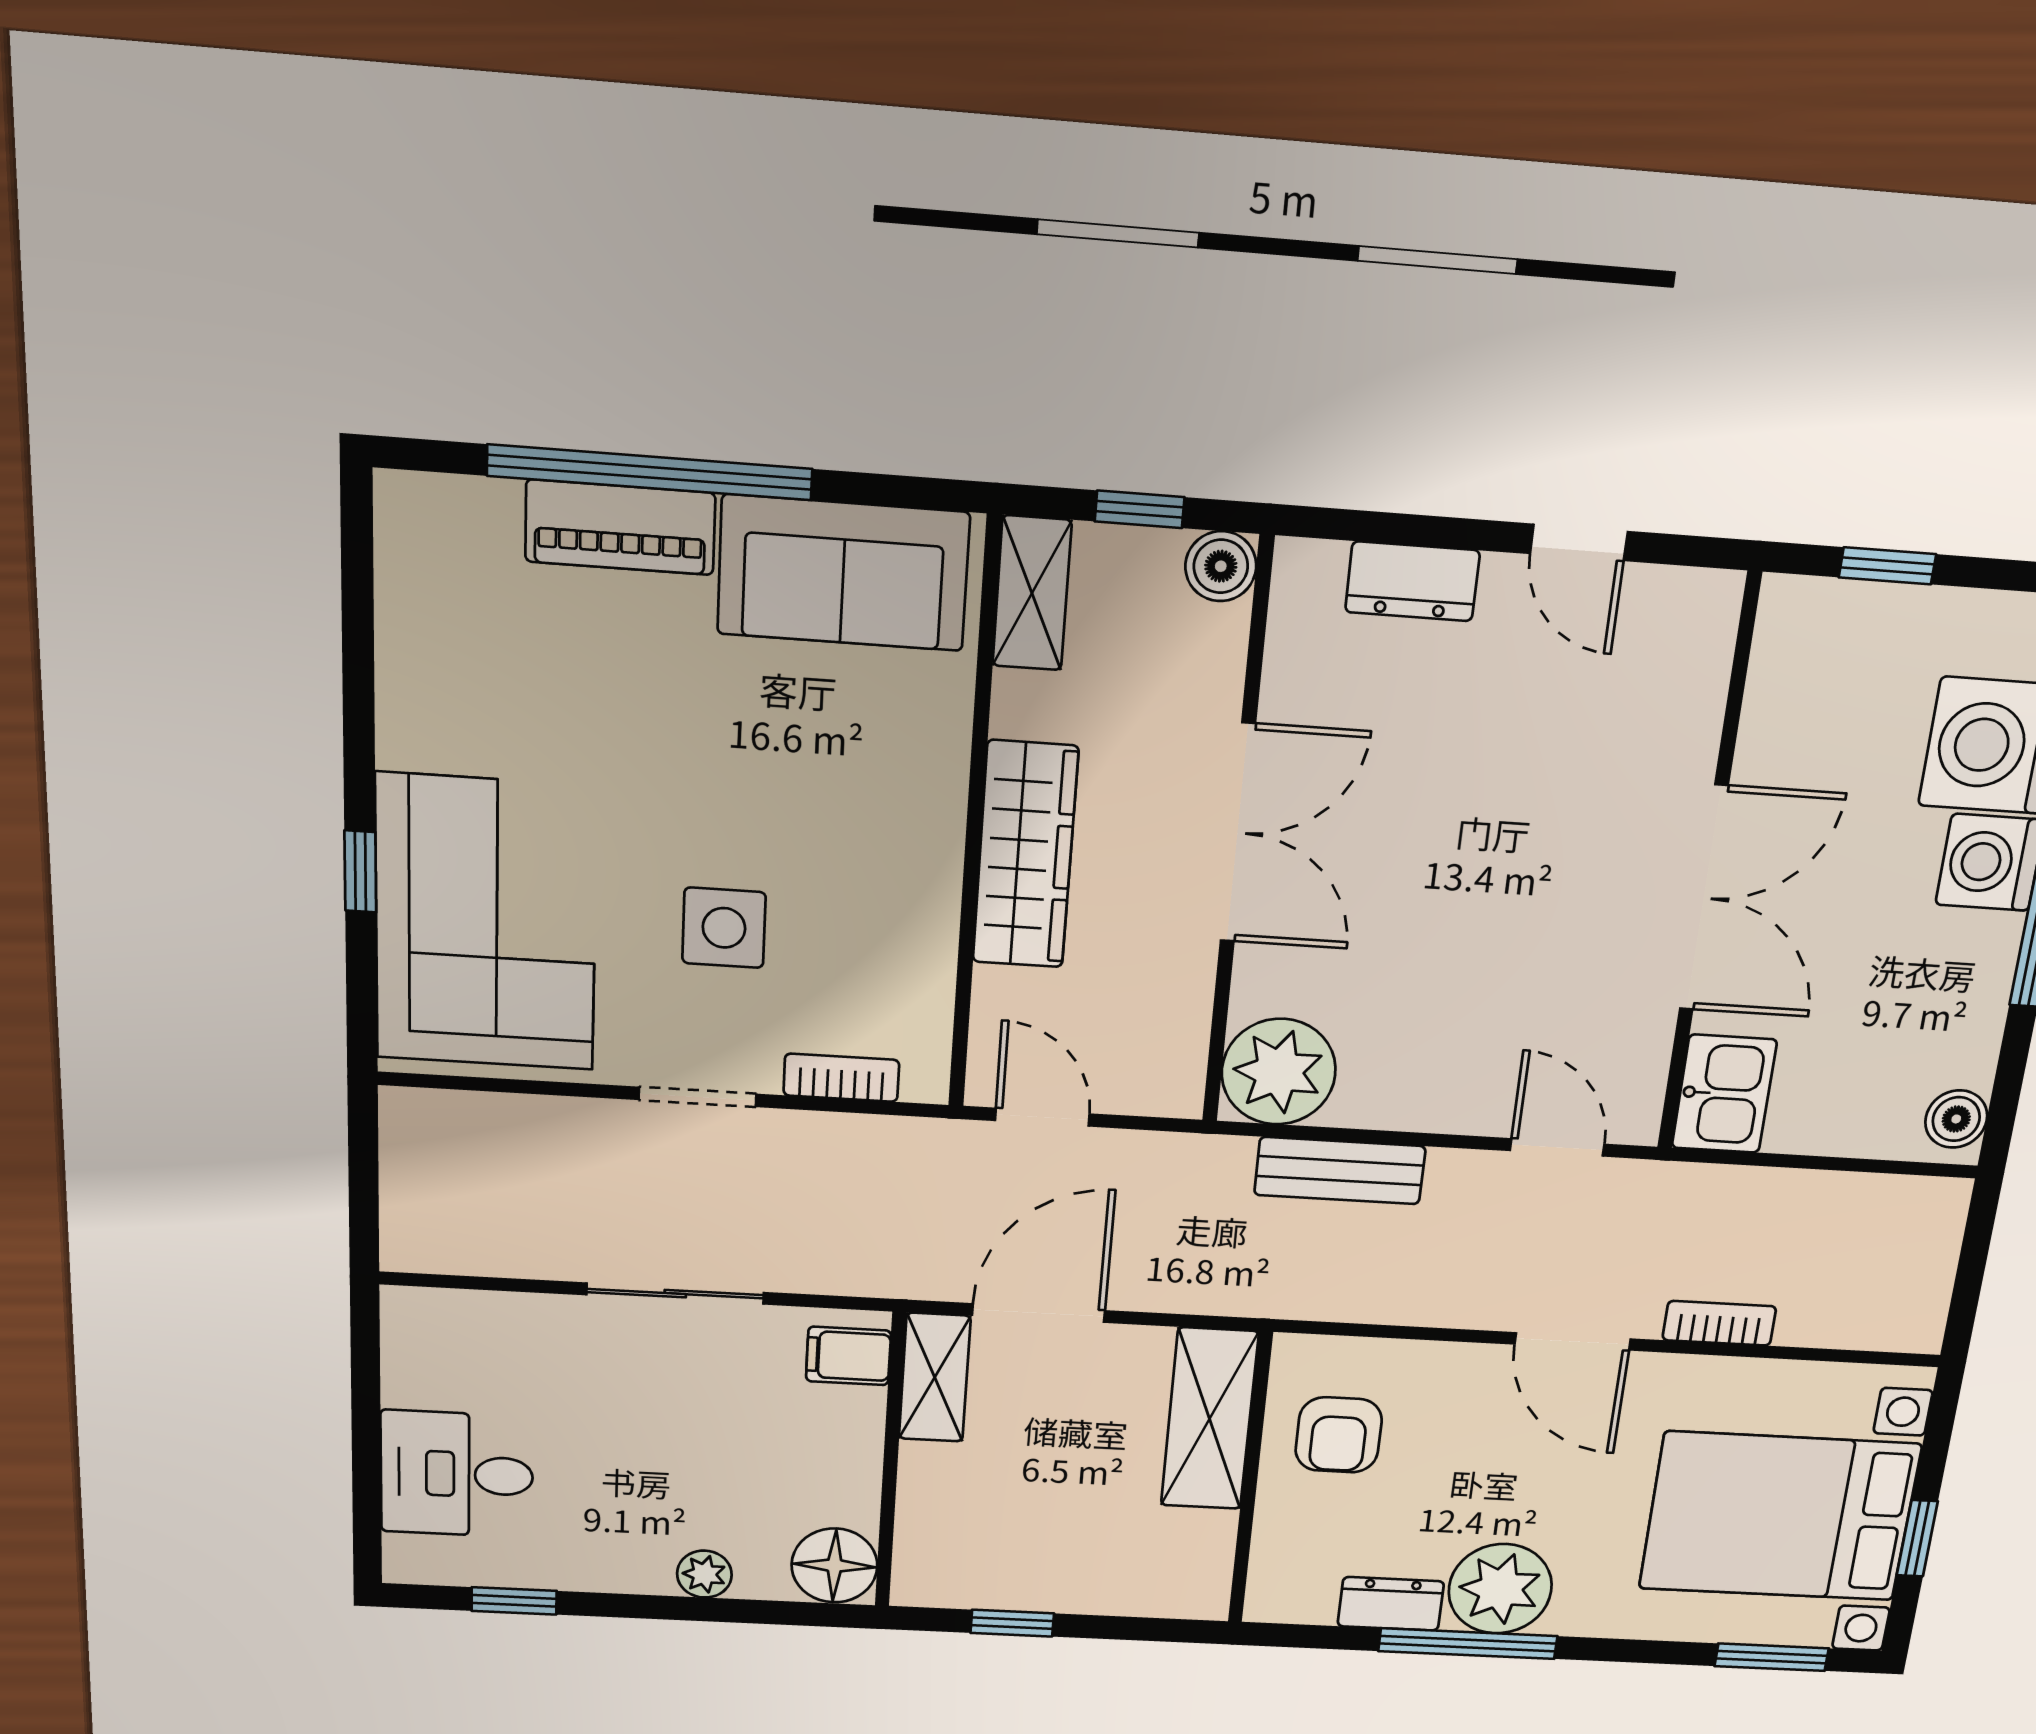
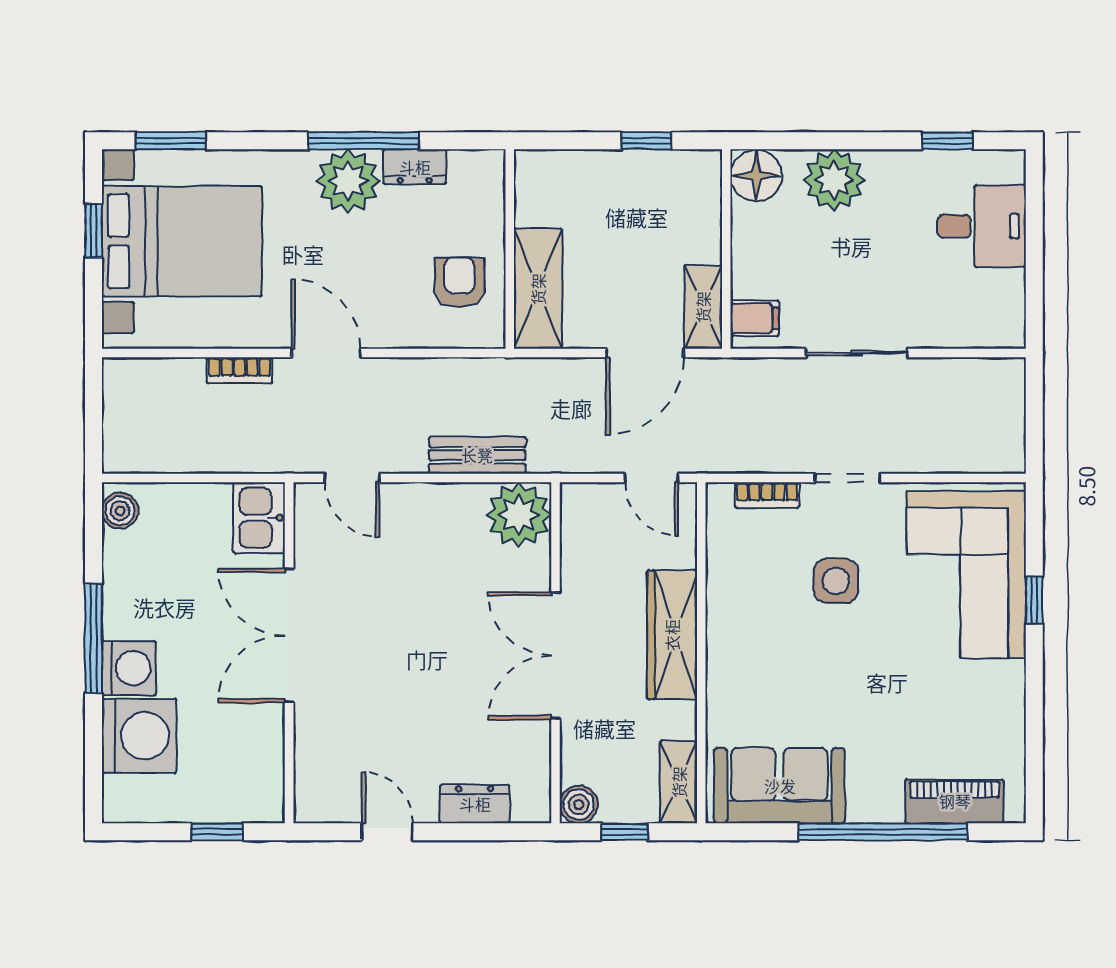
piano: (620, 527) -> (955, 801), moved
plant: (704, 1574) -> (834, 180), width x1.88, depth x1.88

